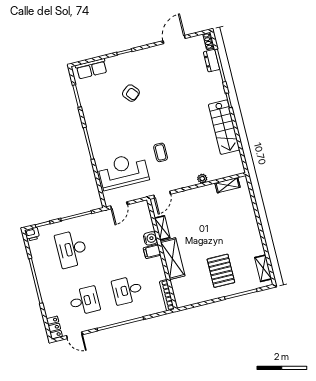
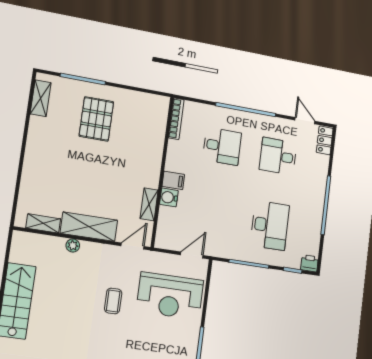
shelving: (173, 259) -> (89, 227), moved, turned 90

